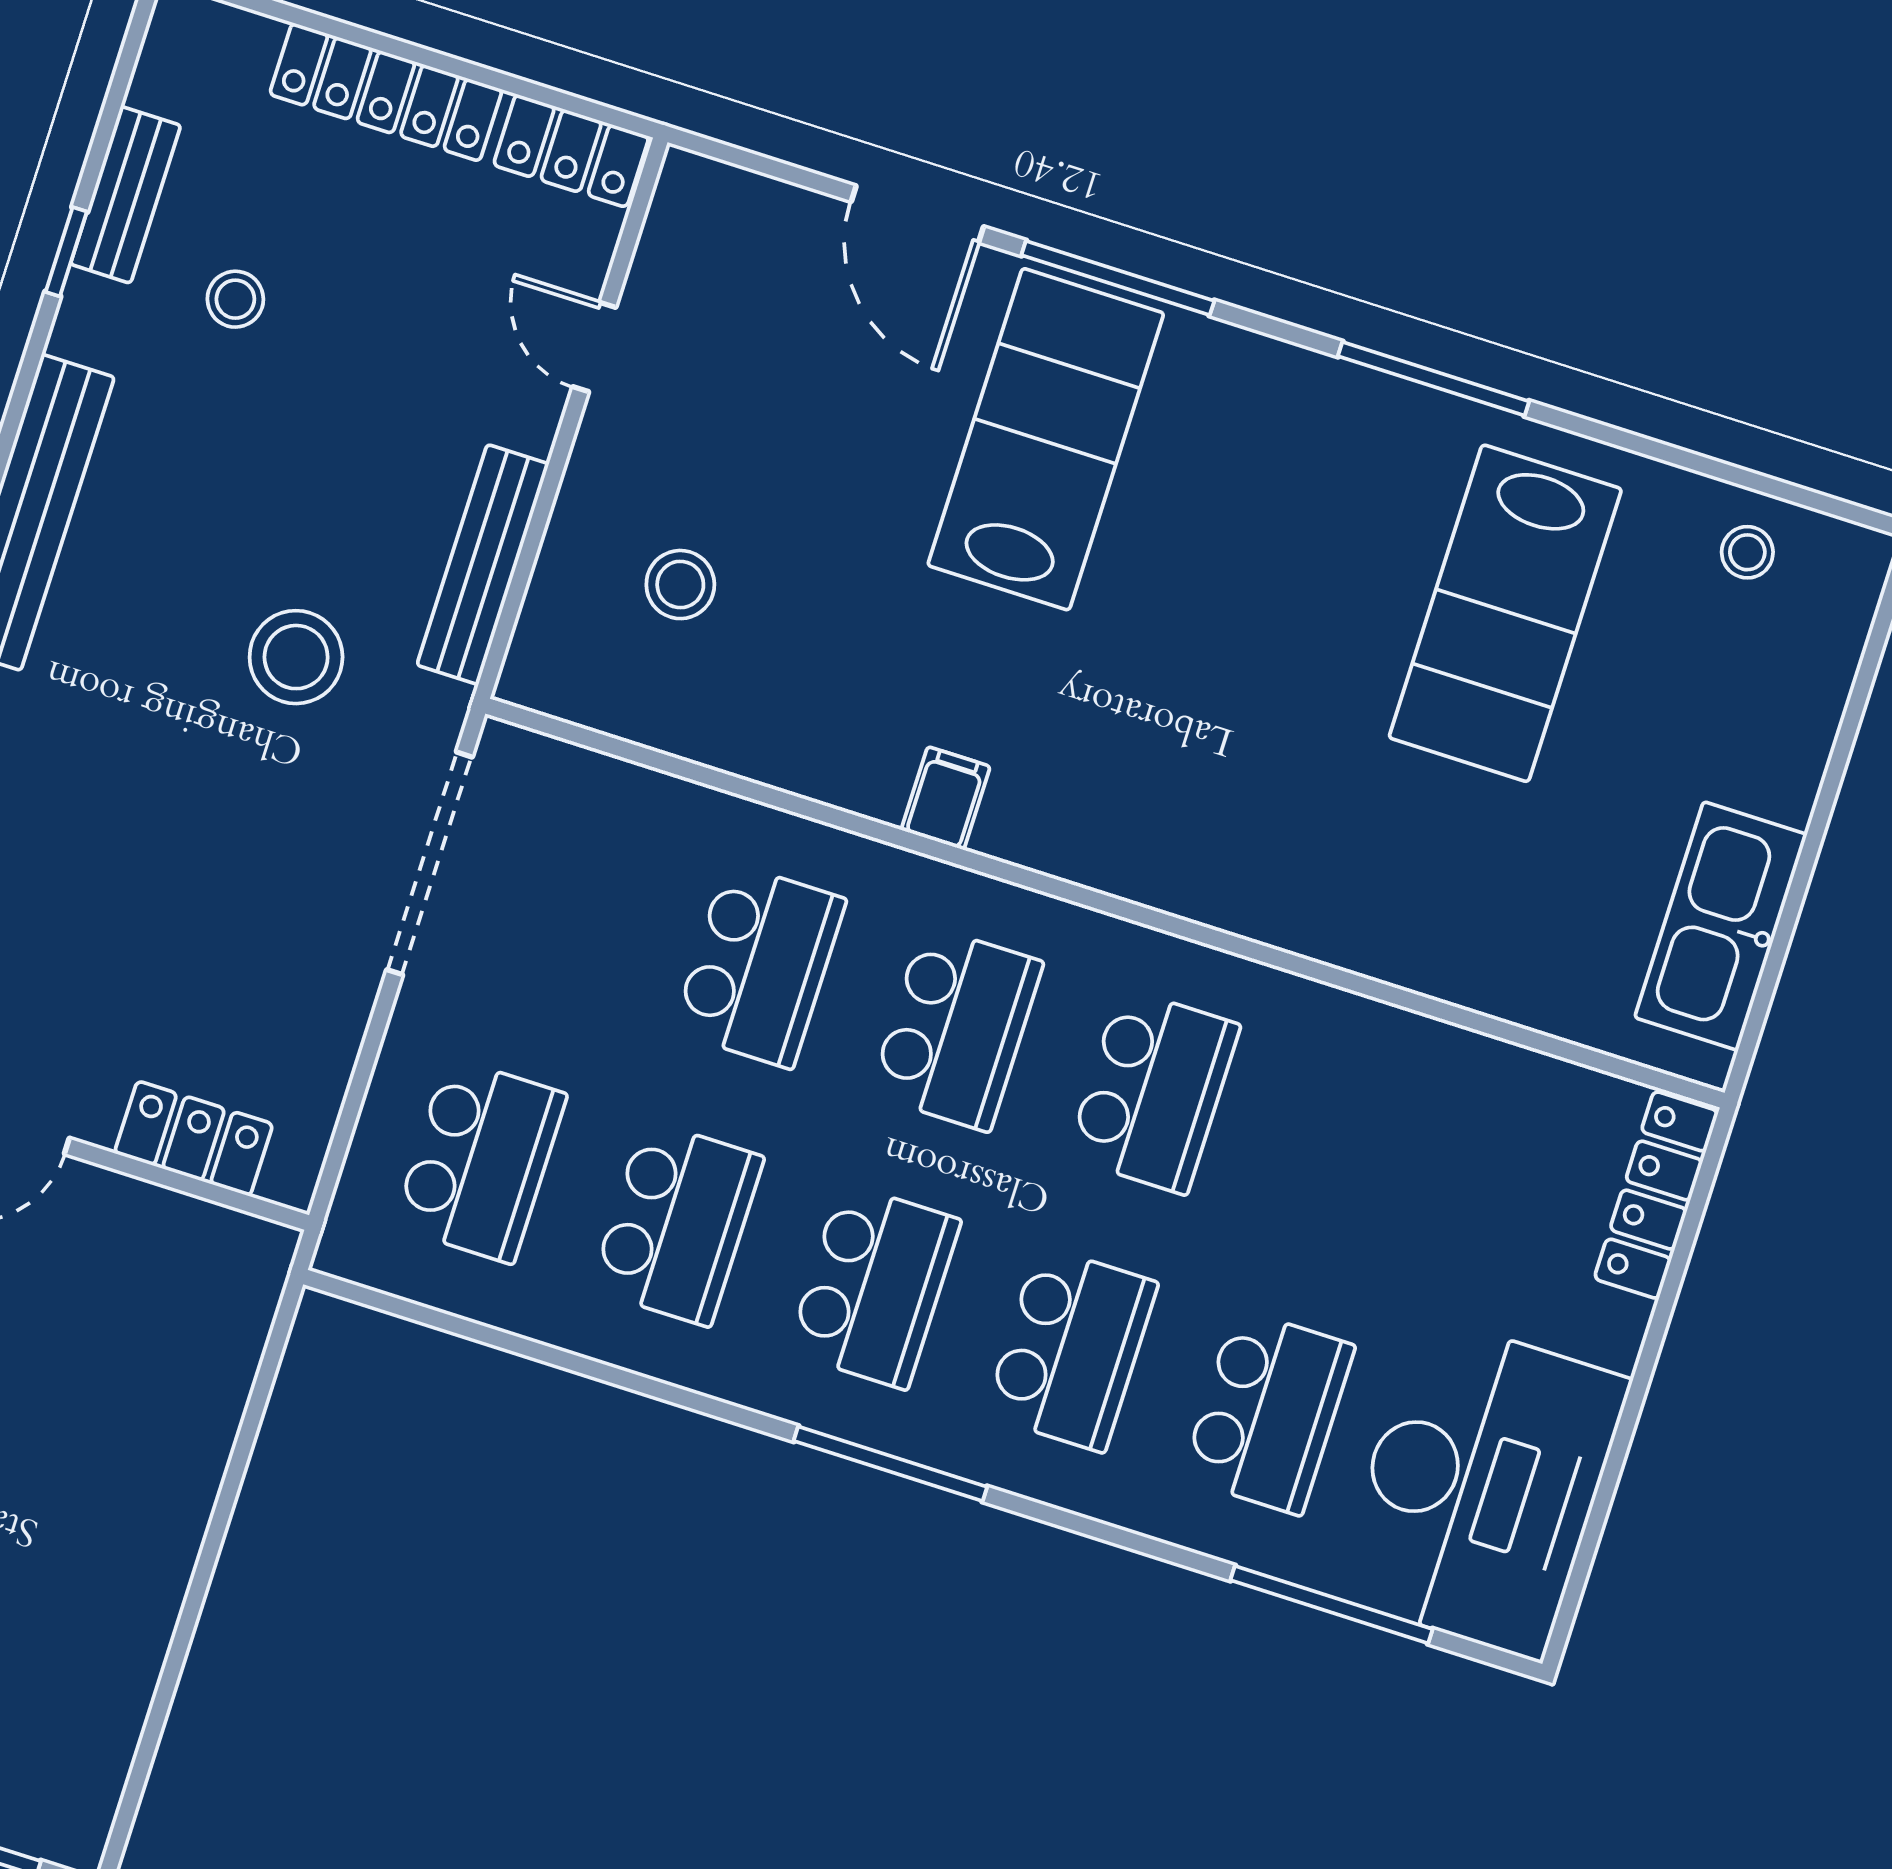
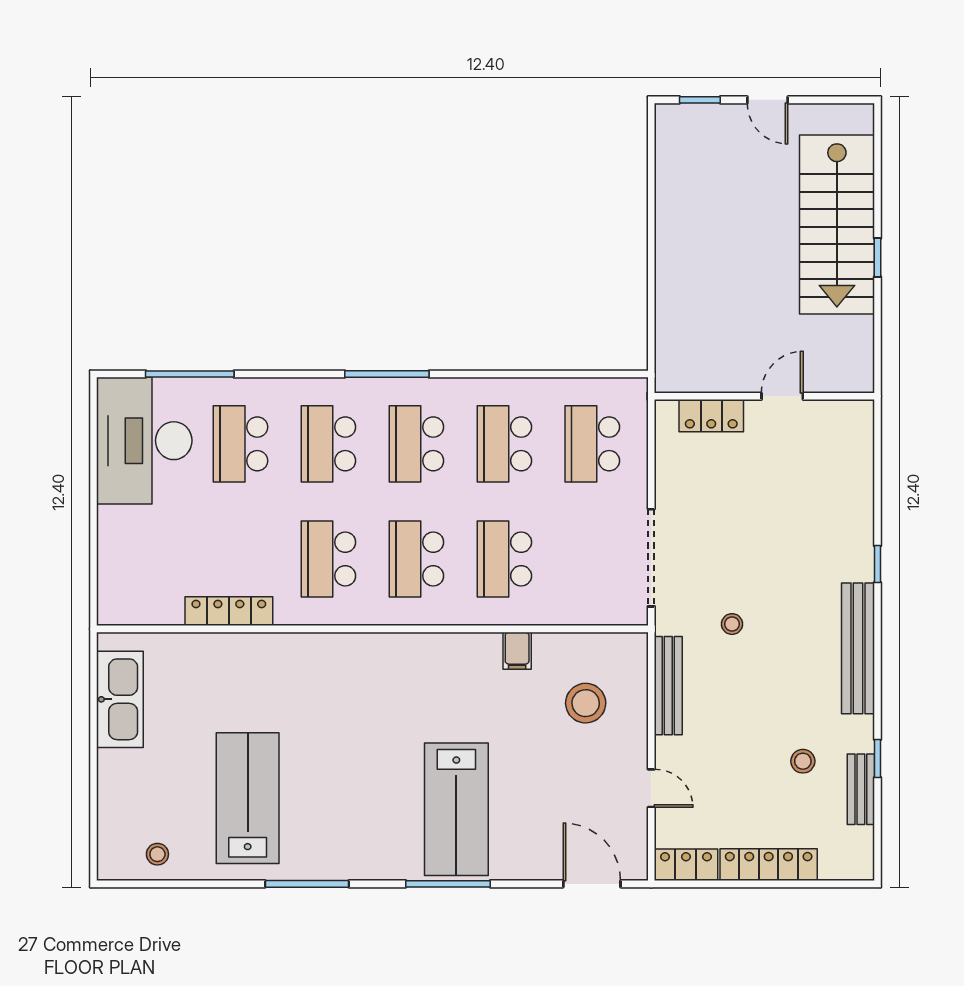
door: (917, 214) -> (592, 884), moved
stool: (680, 585) -> (586, 703), width x1.38, depth x1.38
stool: (296, 657) -> (732, 624), width x0.53, depth x0.53
filing cabinet: (946, 798) -> (517, 651), moved
locker: (1656, 1195) -> (229, 611), moved, turned -90

